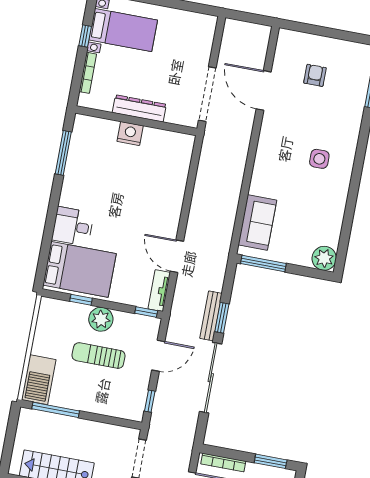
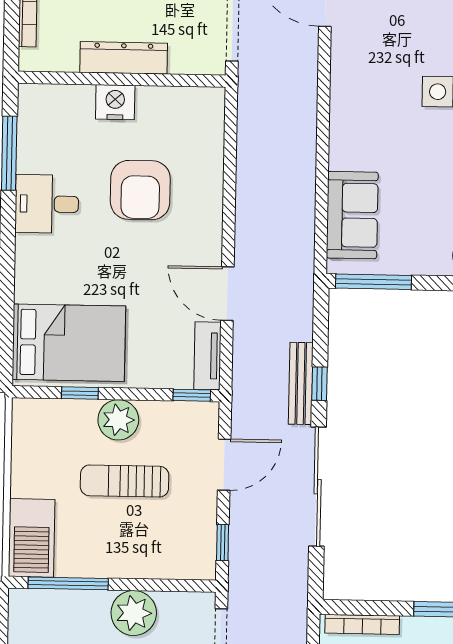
armchair: (136, 187) -> (140, 190), added
desk: (73, 226) -> (47, 204), moved
window: (222, 318) -> (319, 384), width x0.67
plant: (91, 434) -> (134, 613), added

